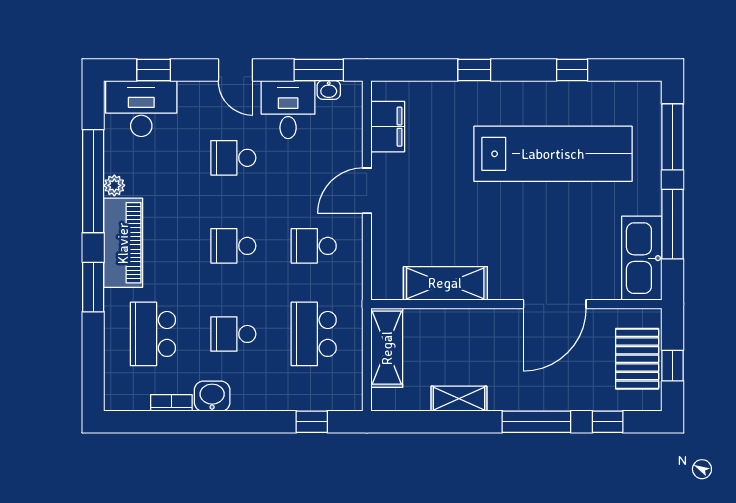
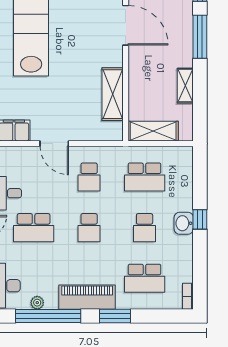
school desk: (233, 158) -> (34, 228), width x1.85
plant: (114, 185) -> (37, 303), moved
washbasin: (212, 396) -> (184, 223), moved
bookcase: (171, 403) -> (188, 296), moved
window: (312, 422) -> (200, 219), moved

